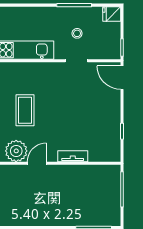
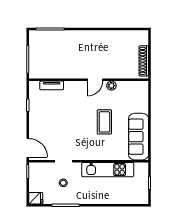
plant: (16, 151) -> (111, 86), width x0.53, depth x0.53
tv unit: (73, 156) -> (52, 85), moved

